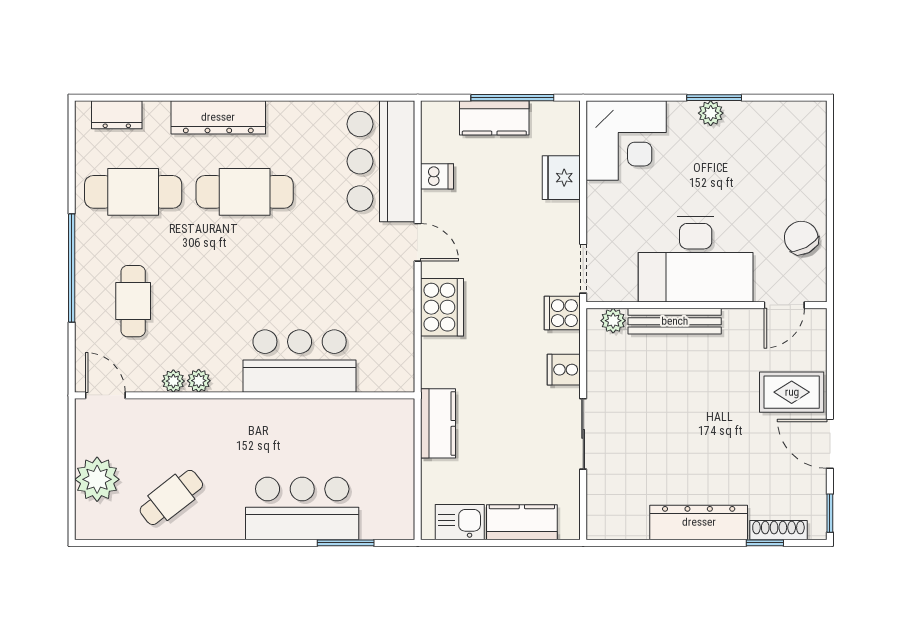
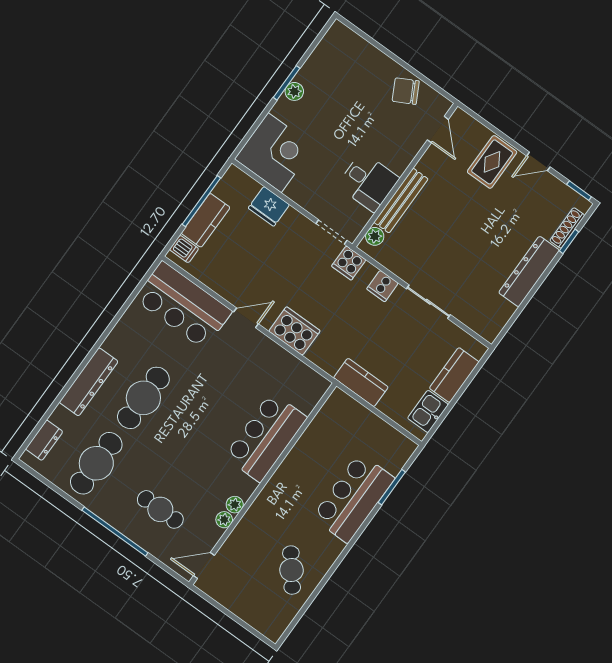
dishwasher: (437, 176) -> (184, 249), moved, turned 90
desk: (696, 259) -> (368, 182), width x0.53, depth x0.77
door: (830, 444) -> (538, 161), width x0.73
plant: (97, 479) -> (249, 606), removed

